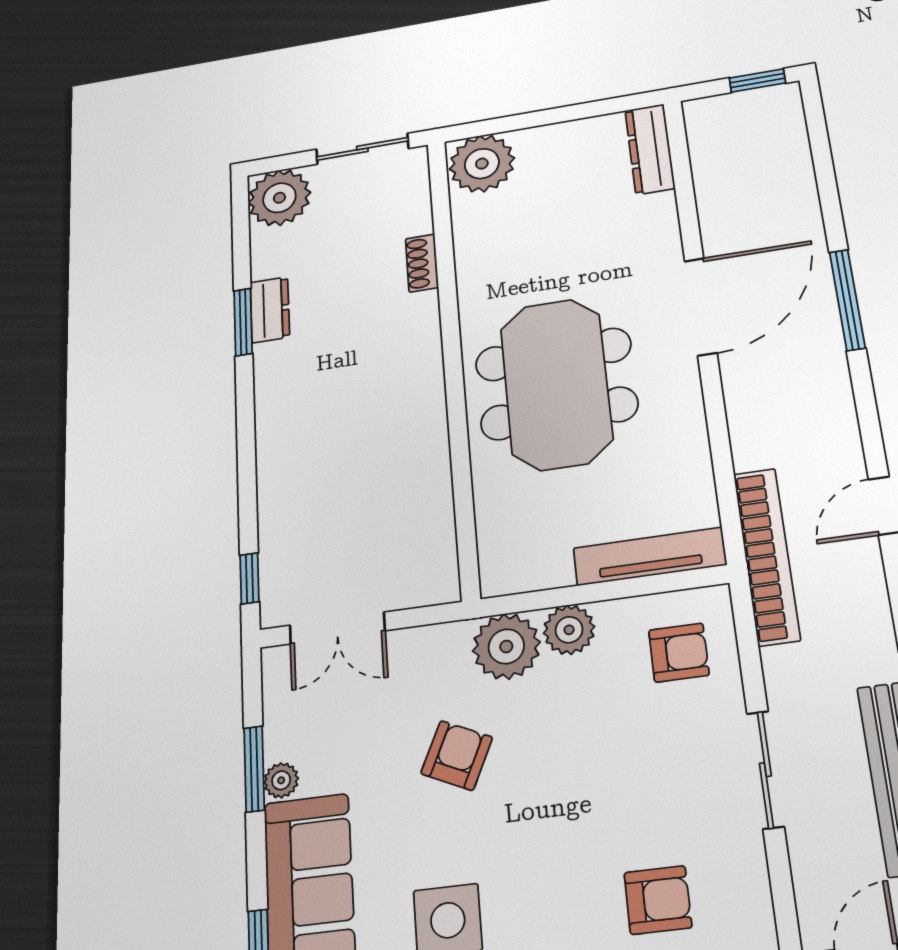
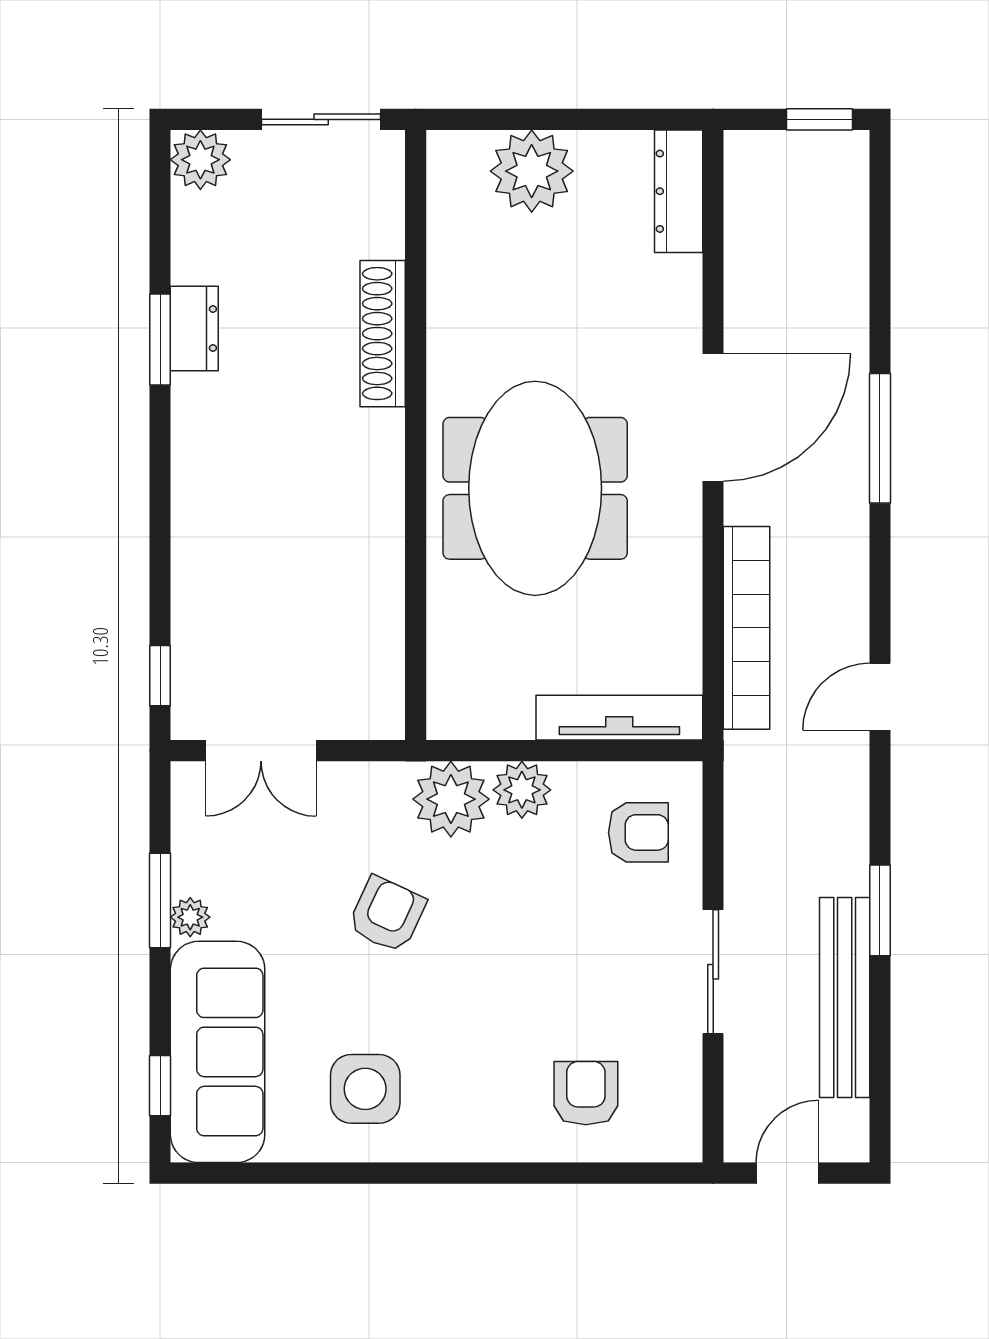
plant: (482, 164) -> (532, 171), moved
plant: (279, 198) -> (200, 160), width x0.73, depth x0.73
shoe rack: (422, 263) -> (383, 334), width x1.94, depth x1.24
bookcase: (767, 556) -> (747, 628), moved
armchair: (658, 900) -> (586, 1093), turned -90

